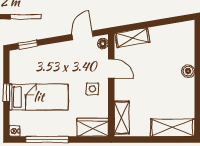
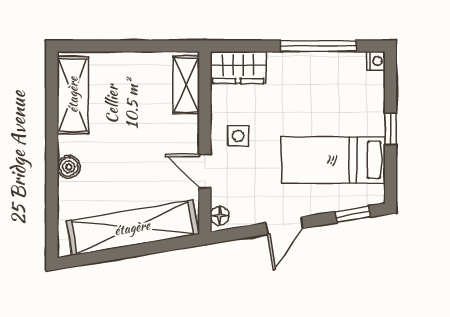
door: (83, 35) -> (284, 226), moved
shelving: (132, 38) -> (132, 228), width x2.20, depth x1.33
bed: (39, 97) -> (333, 160), moved
shelving: (173, 128) -> (73, 95), moved, turned 90

